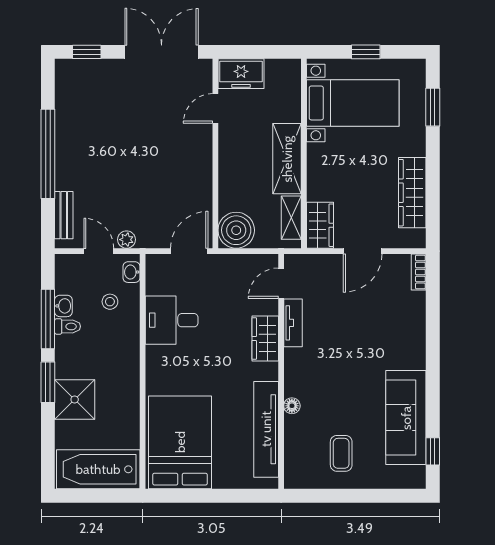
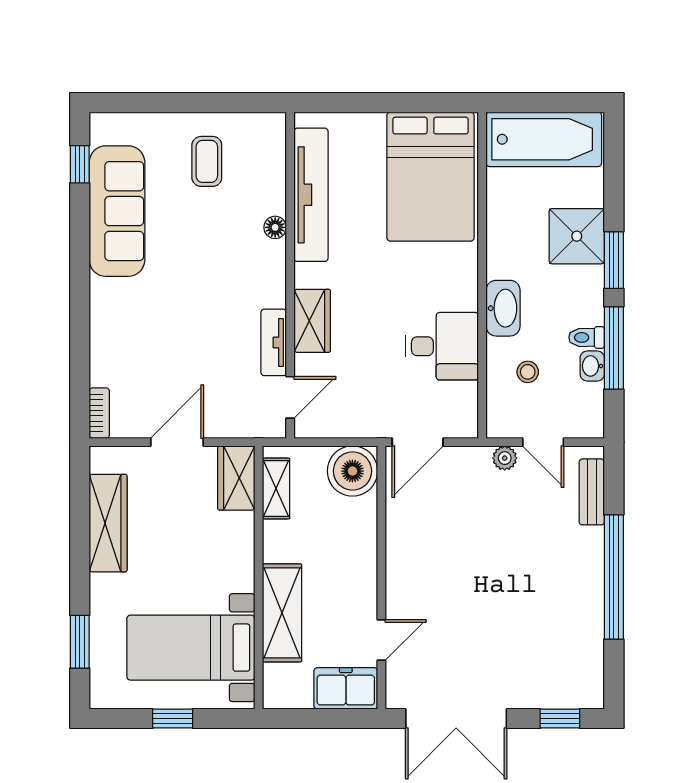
shelving: (287, 159) -> (282, 613), moved
washbasin: (131, 272) -> (503, 308), moved, width x1.91, depth x1.45

